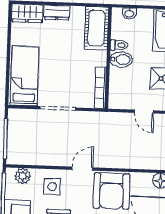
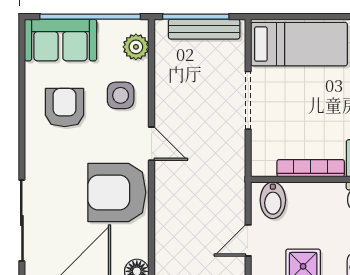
bidet: (121, 60) -> (273, 200), moved
bookcase: (100, 88) -> (311, 168), moved
bench: (13, 134) -> (204, 29), added

